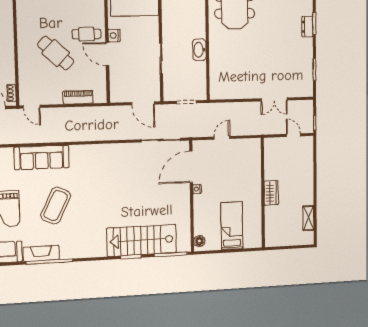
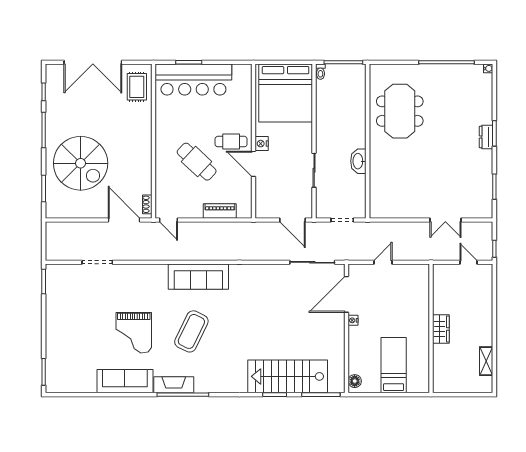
sofa: (42, 157) -> (198, 277), moved

